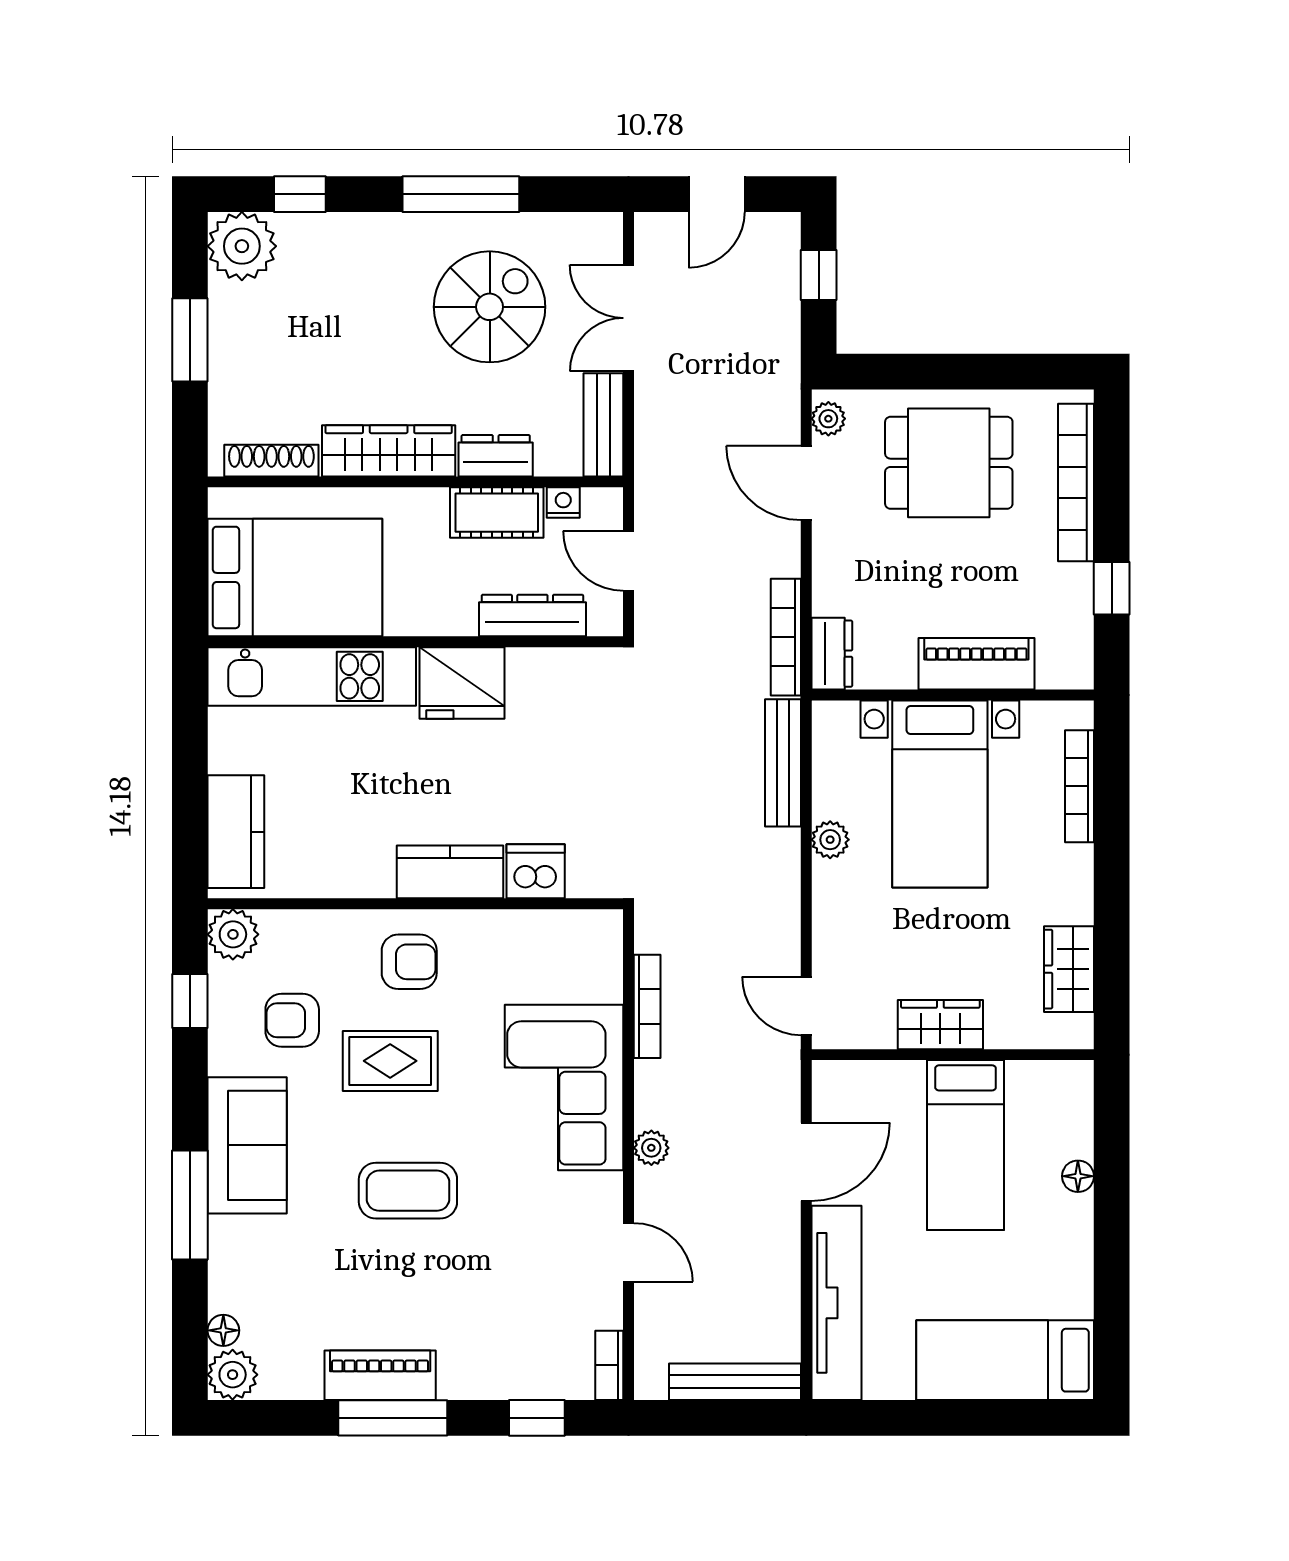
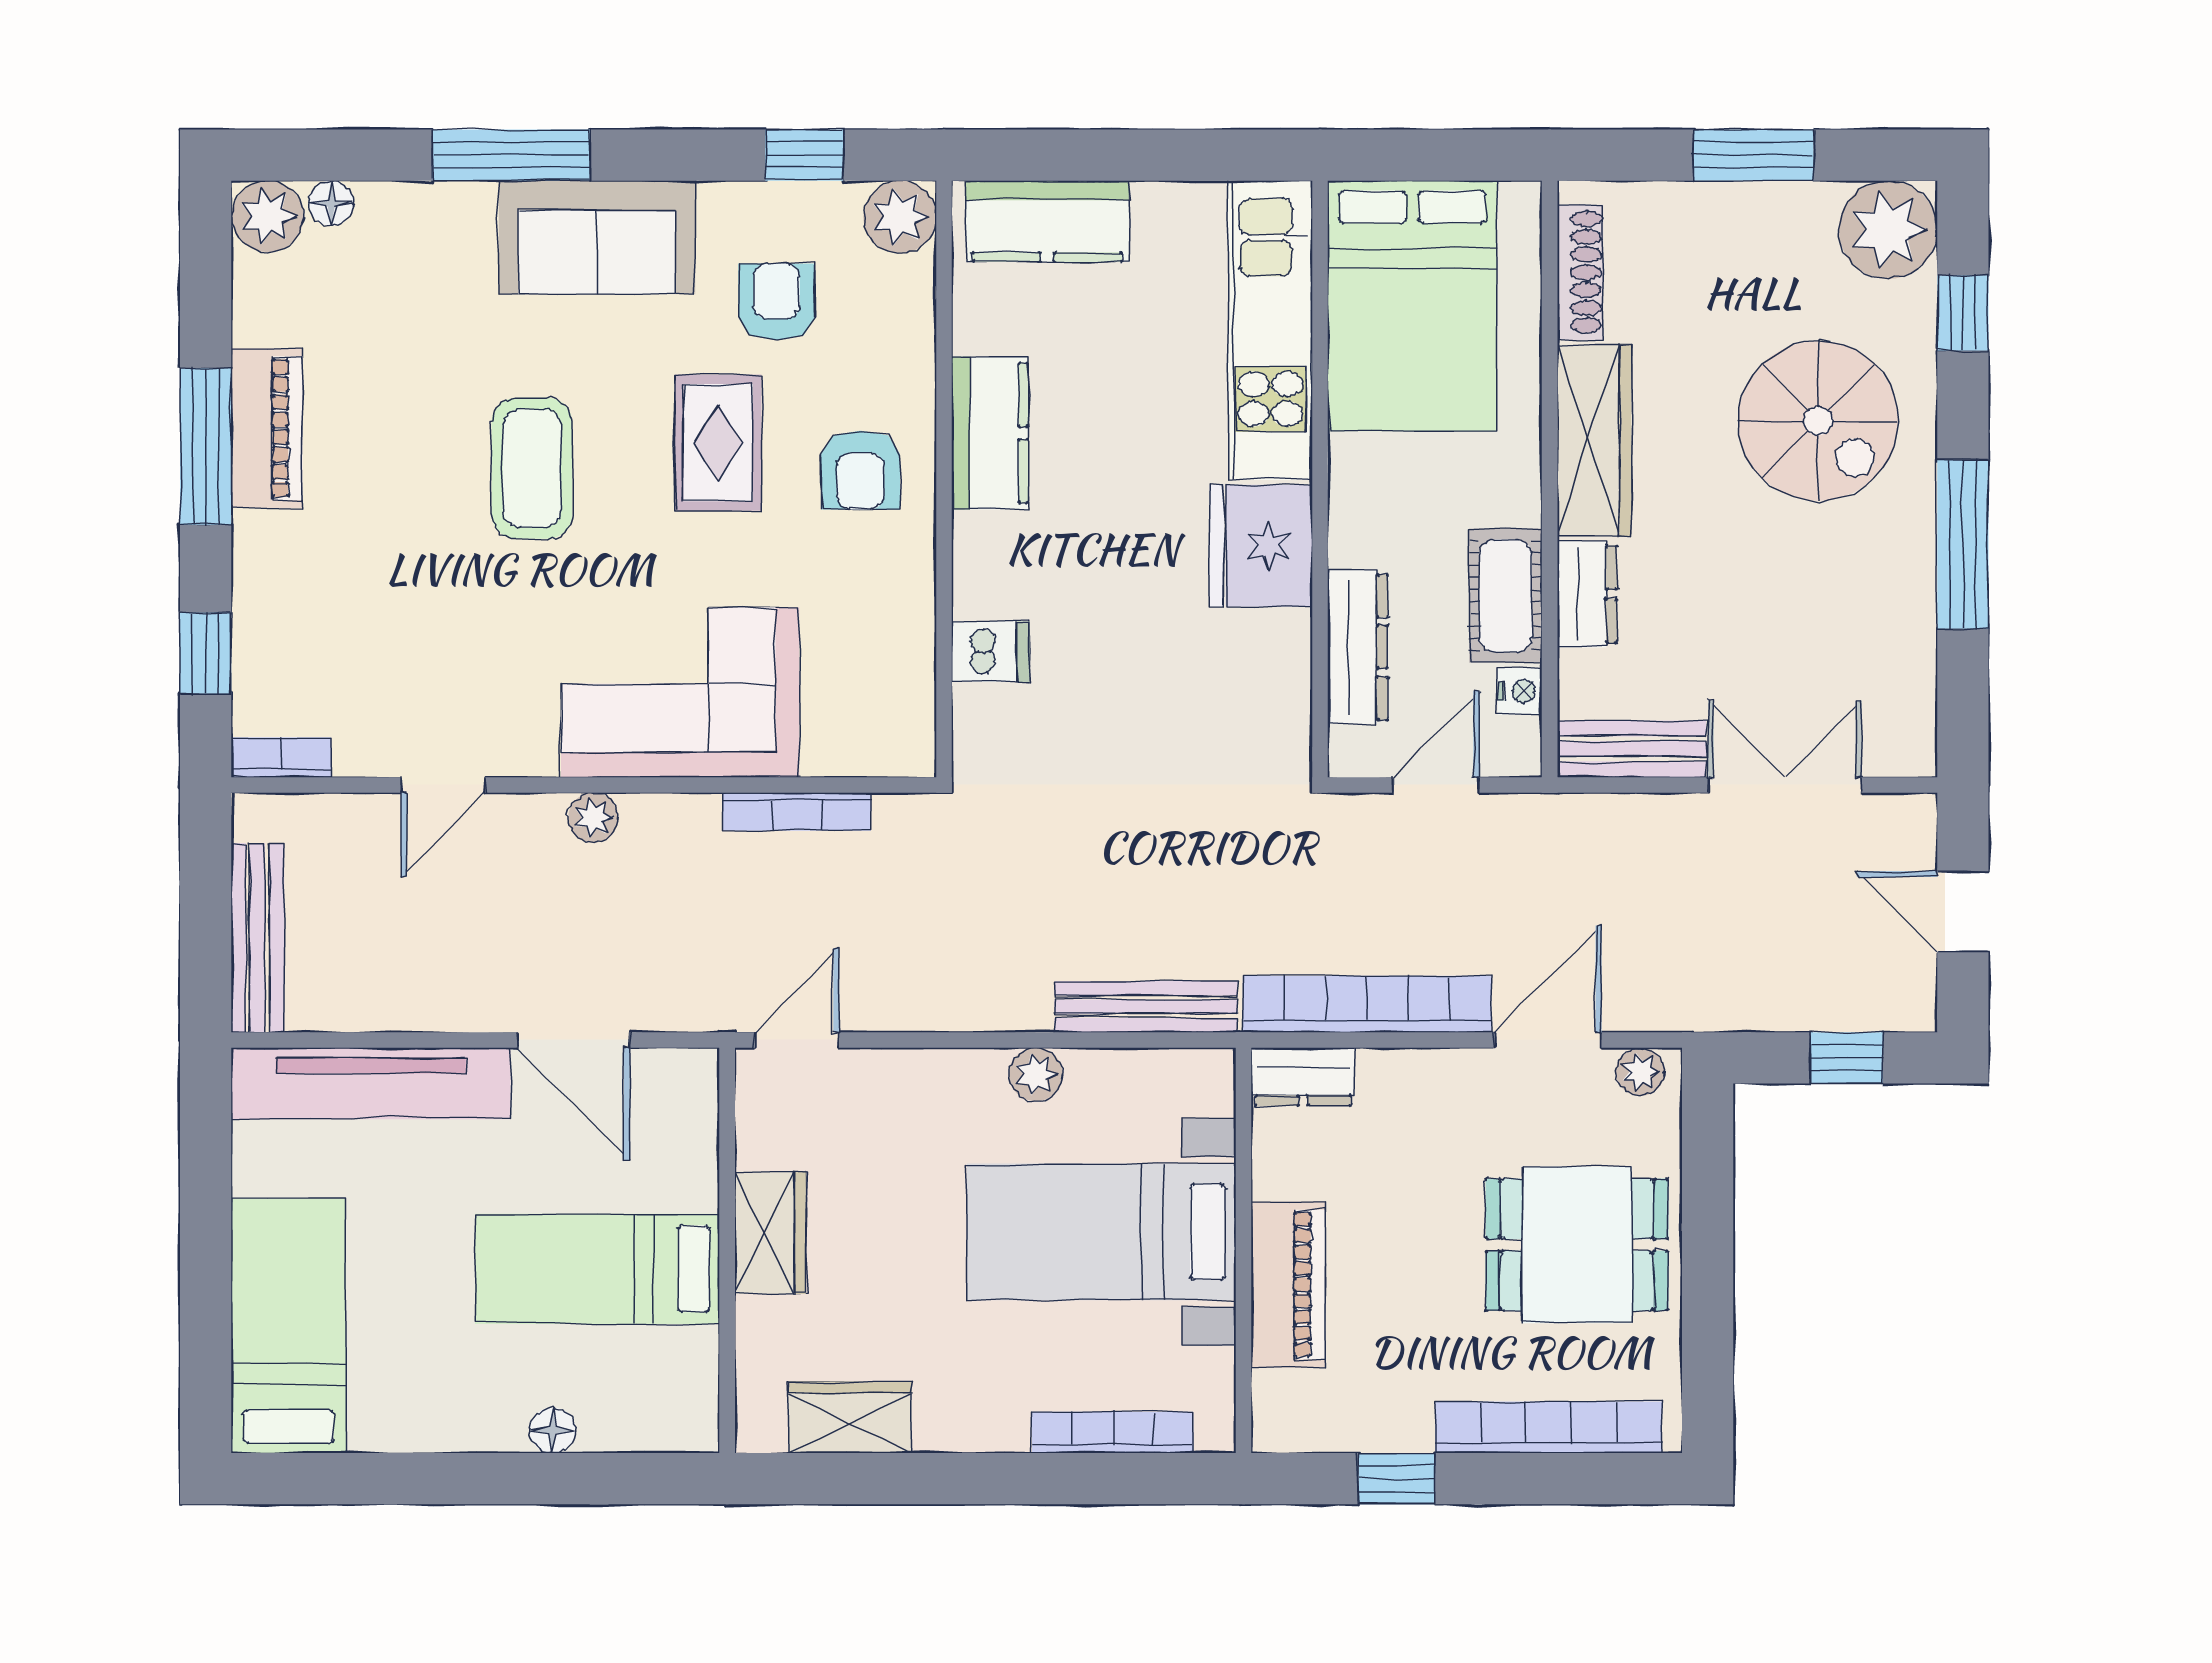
spiral stairs: (490, 307) -> (1818, 421), moved
dining table: (949, 463) -> (1577, 1245), turned 90
bookcase: (786, 637) -> (1367, 1004), width x1.48, depth x1.31
dishwasher: (536, 871) -> (990, 652), width x0.73
kitchen counter: (450, 872) -> (990, 433), moved

